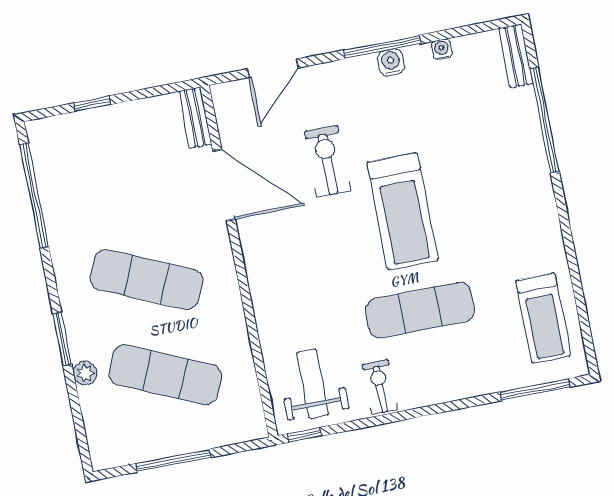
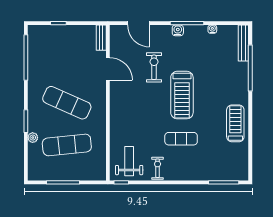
bench: (516, 56) -> (243, 43), width x1.36
water cooler: (391, 62) -> (178, 30), moved
door: (273, 68) -> (138, 23), hinge flipped
door: (224, 185) -> (108, 69), width x0.73
exercise mat: (420, 310) -> (181, 139), width x0.73, depth x0.69
treadmill: (543, 318) -> (235, 123), moved, turned 180
exercise mat: (165, 375) -> (67, 145), turned -30

